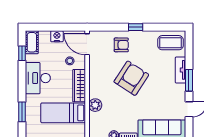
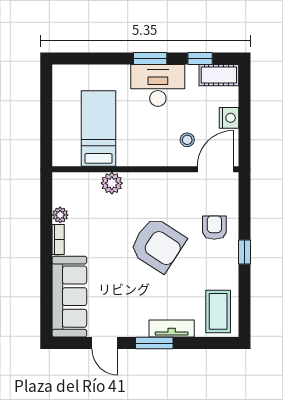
armchair: (121, 45) -> (214, 228), turned 180
wardrobe: (79, 86) -> (145, 156), removed
window: (22, 112) -> (150, 58), moved

